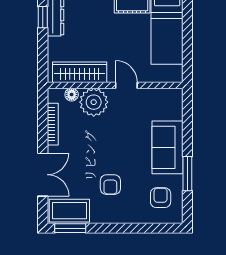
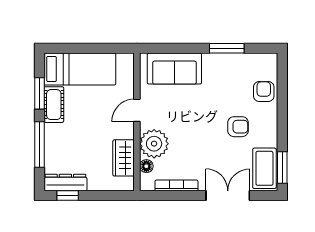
wardrobe: (80, 72) -> (124, 158), width x0.67
sofa: (168, 147) -> (174, 68), moved
armchair: (161, 198) -> (264, 92), moved, turned 90

